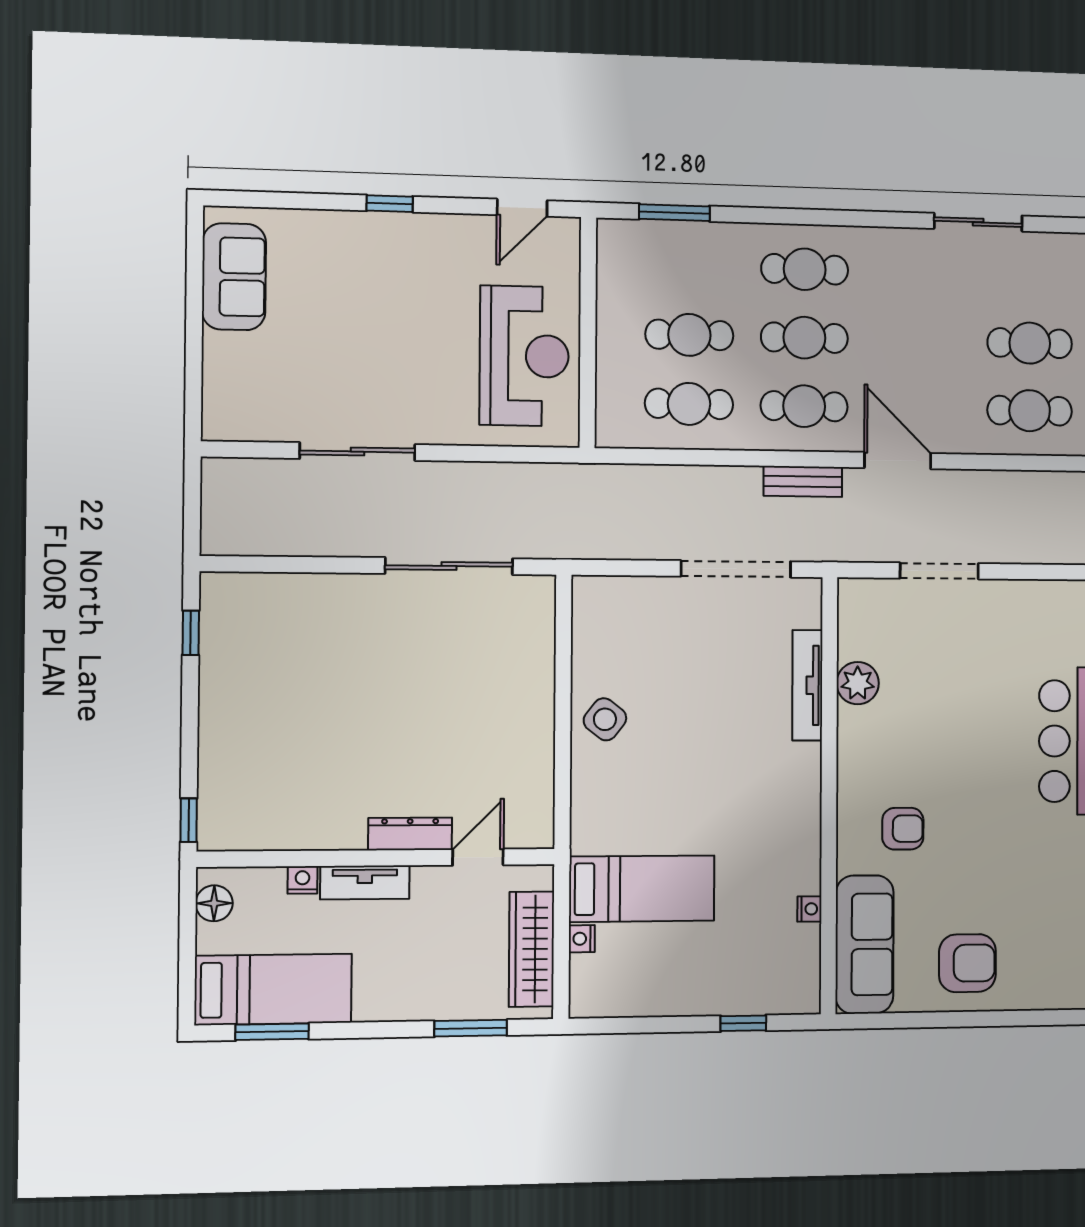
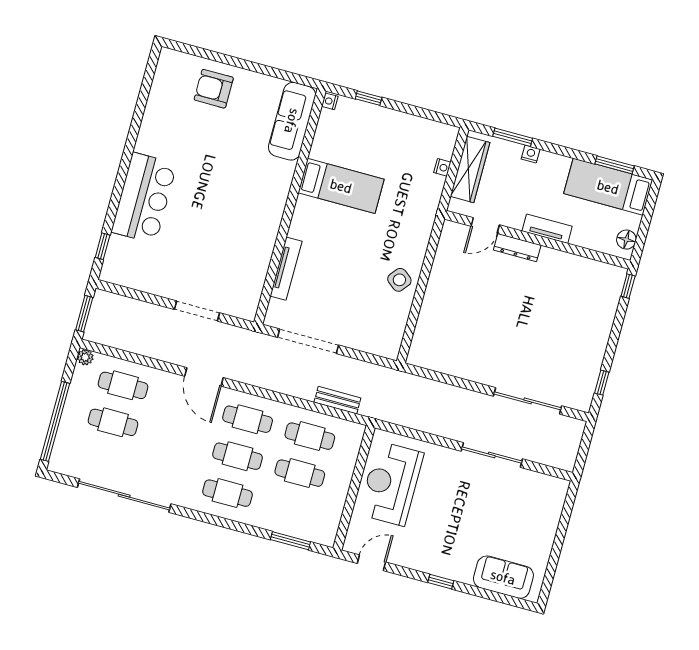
sliding door: (978, 222) -> (124, 496), width x1.86
sofa: (234, 277) -> (503, 577), moved, turned 90
bench: (803, 481) -> (337, 400), moved
sliding door: (449, 566) -> (528, 401), moved
plant: (858, 683) -> (258, 262), removed
armchair: (903, 829) -> (255, 177), removed
nightstand: (302, 880) -> (531, 154), moved, turned 180
bed: (642, 889) -> (341, 186), moved, turned 180
nightstand: (809, 909) -> (330, 101), moved
armchair: (967, 963) -> (214, 89), moved

